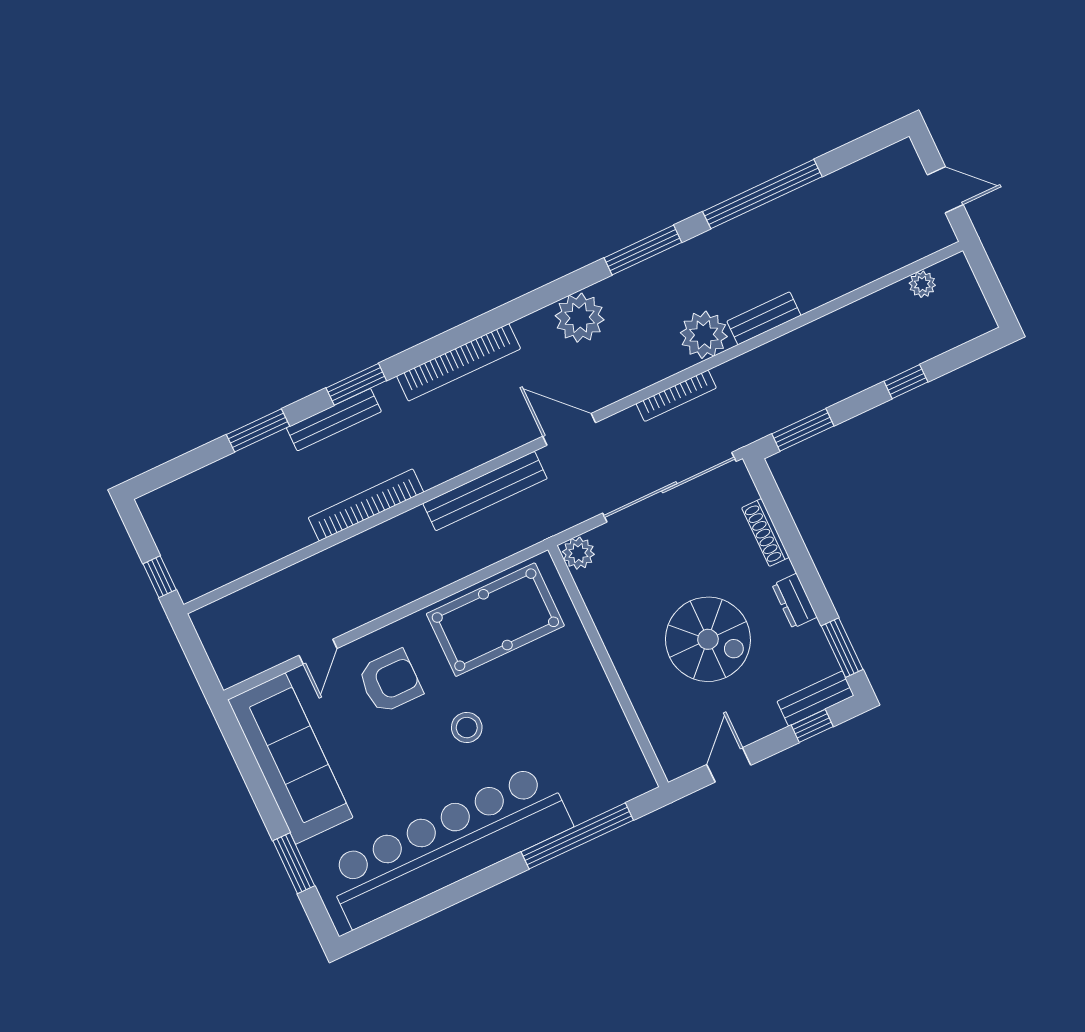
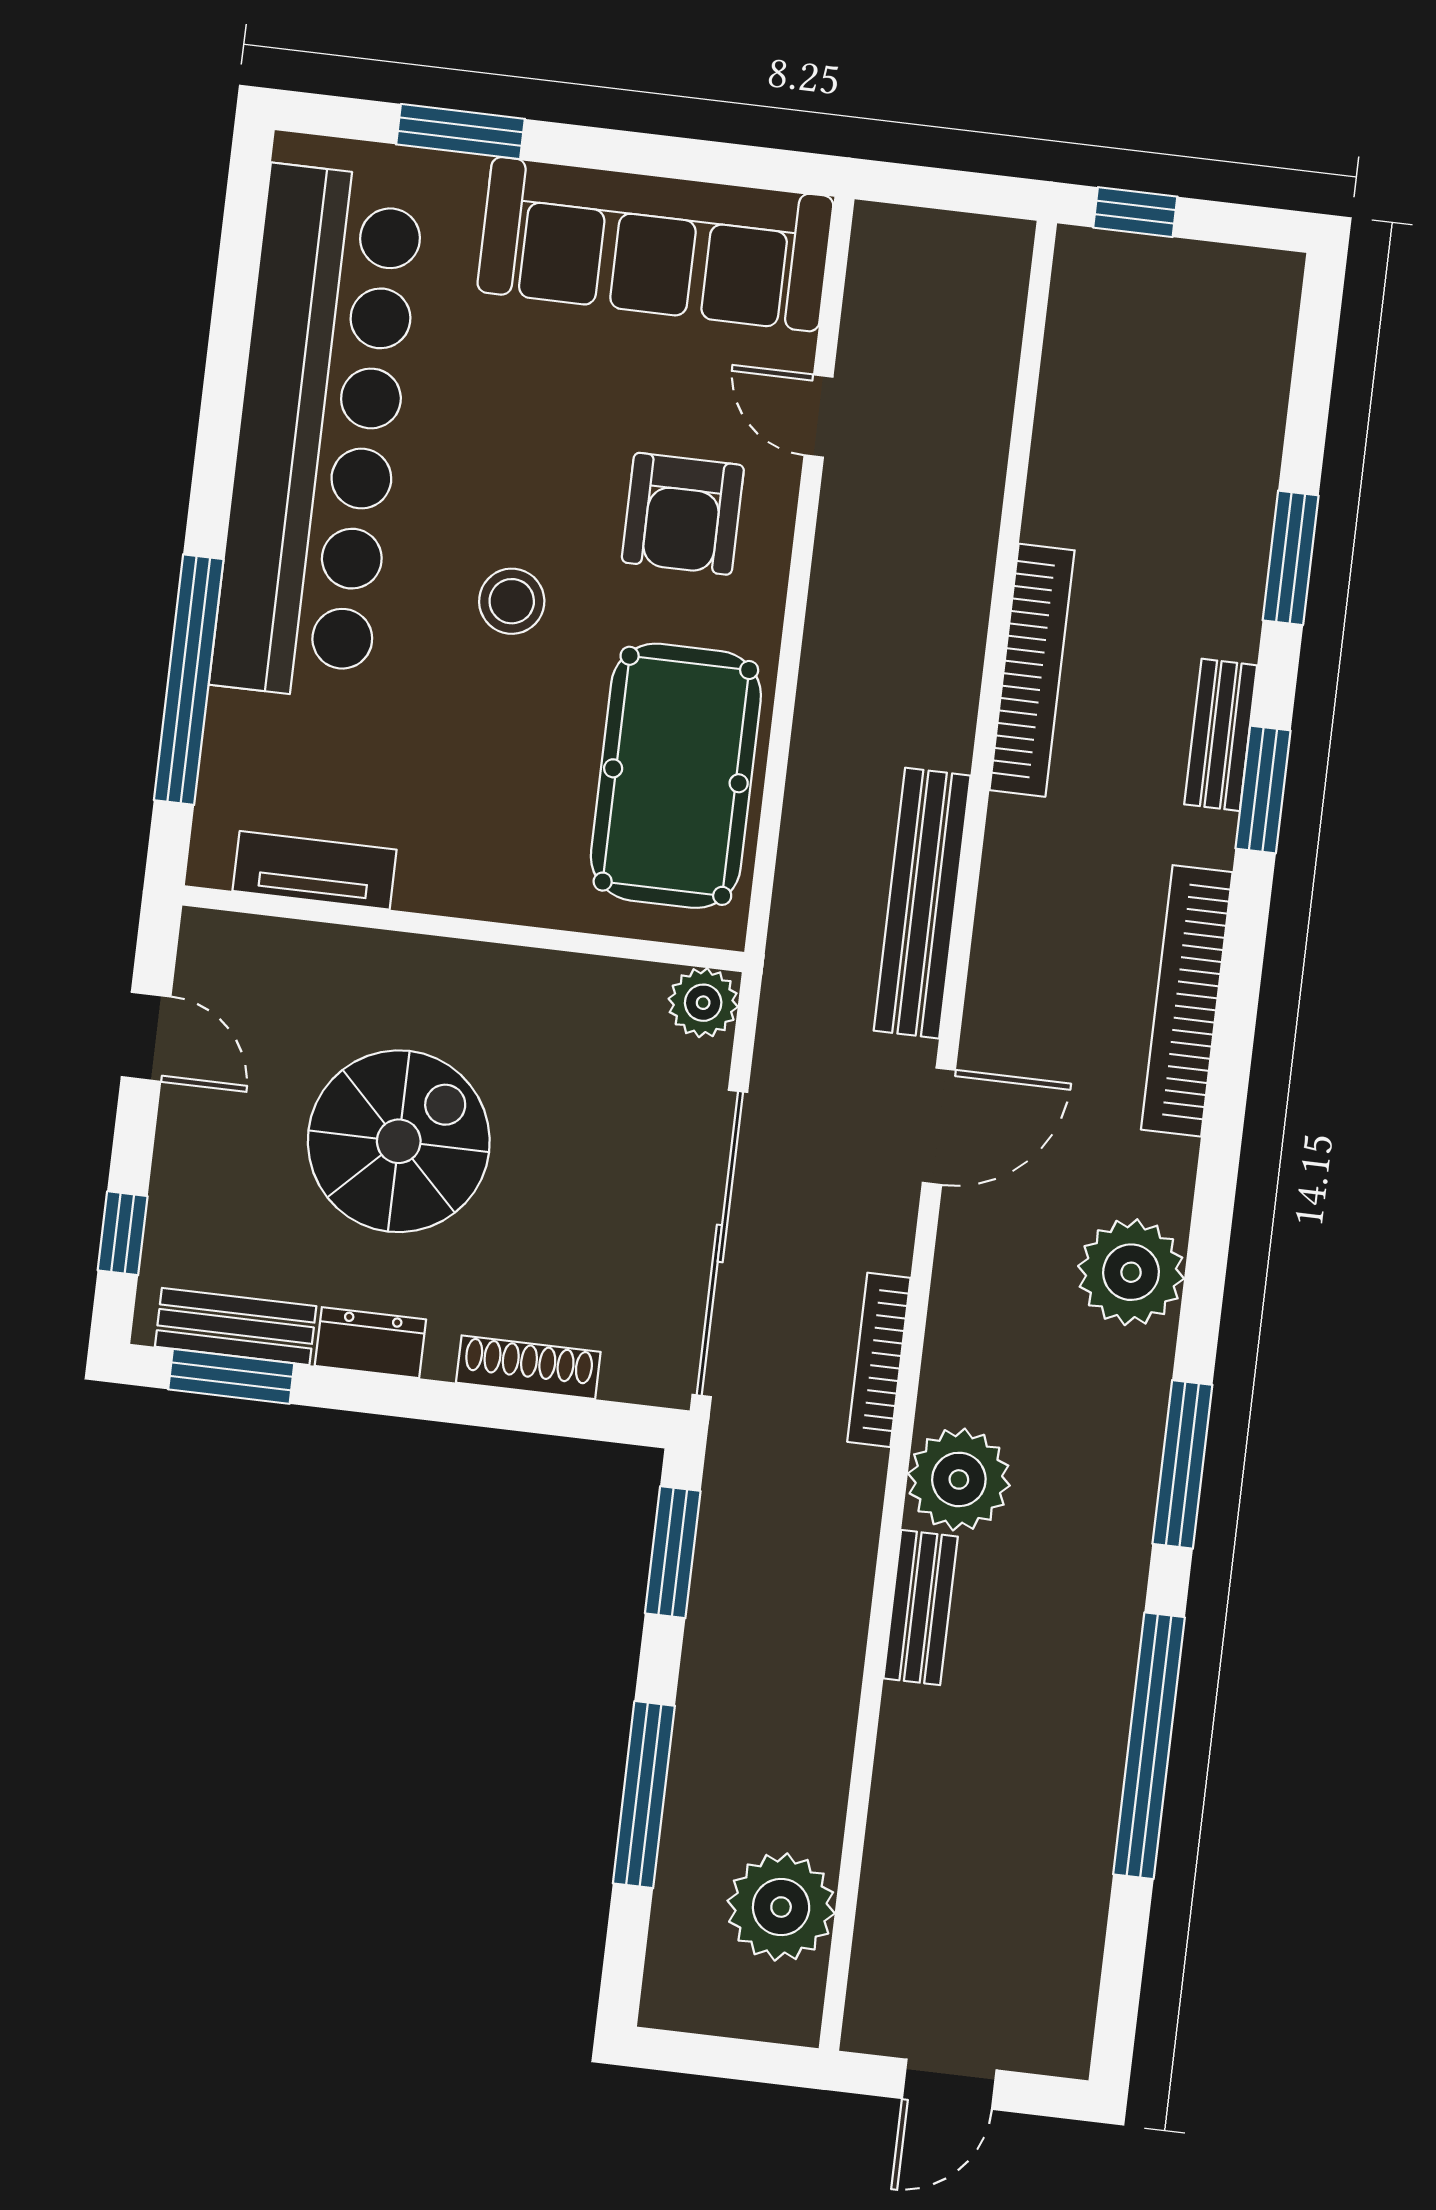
plant: (922, 284) -> (781, 1907), width x1.88, depth x1.88
window: (906, 382) -> (644, 1795), width x2.17
bench: (334, 420) -> (1221, 735), width x0.73
spiral stairs: (708, 639) -> (399, 1141), turned 180
bench: (815, 699) -> (236, 1326), moved, turned 90
tv unit: (622, 739) -> (315, 870), added

